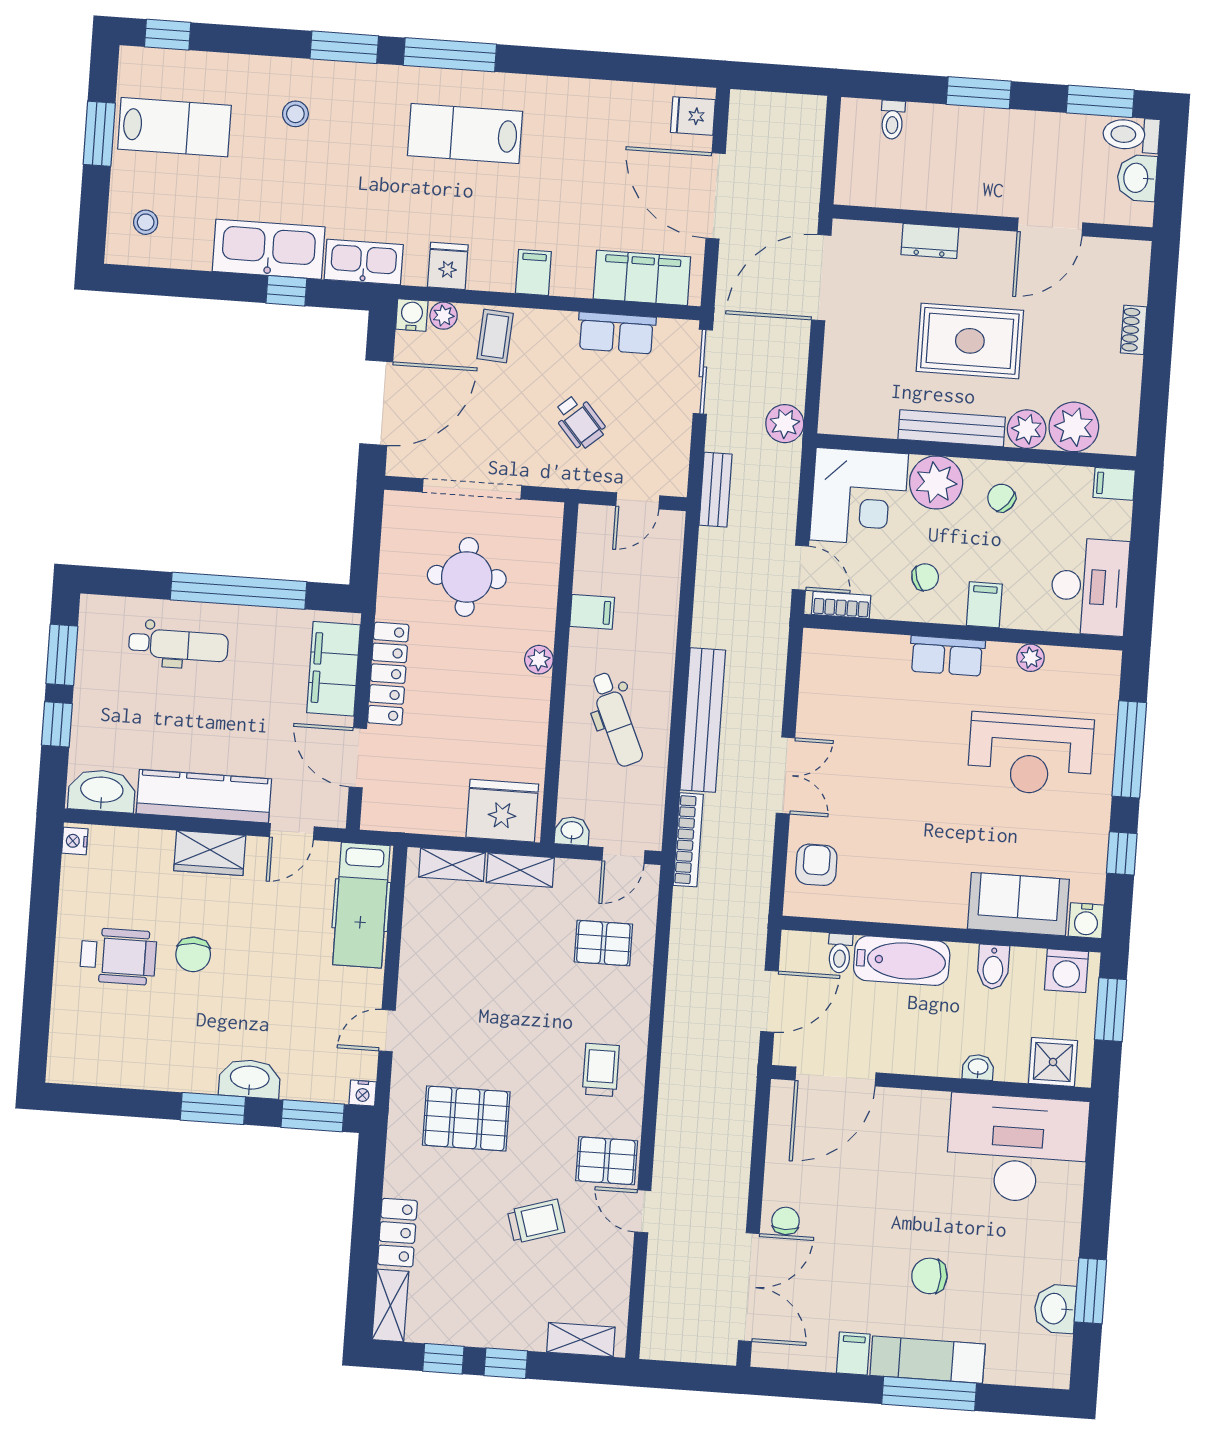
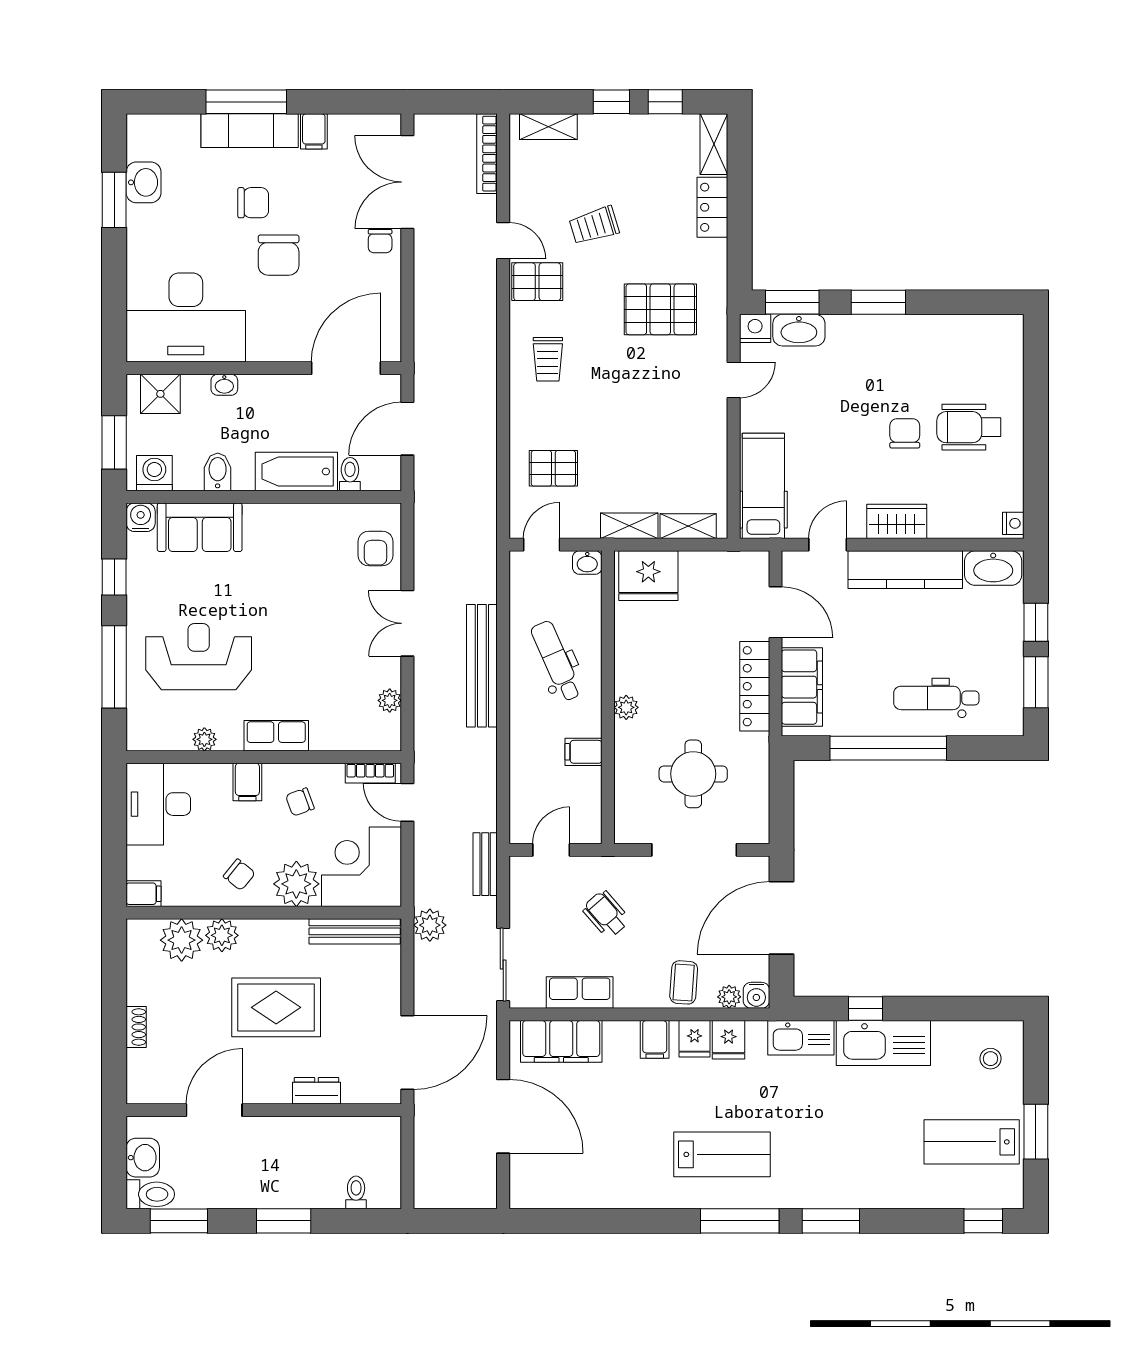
stool: (295, 114) -> (869, 1161), removed
fridge: (693, 116) -> (695, 1039), moved, turned 90
bench: (952, 428) -> (355, 931), moved
plant: (813, 687) -> (390, 700), added
bookcase: (688, 840) -> (487, 154), moved
washbasin: (250, 1079) -> (799, 330), moved
nightstand: (363, 1093) -> (755, 328), width x1.39, depth x1.35
chair: (904, 1213) -> (279, 255), added

